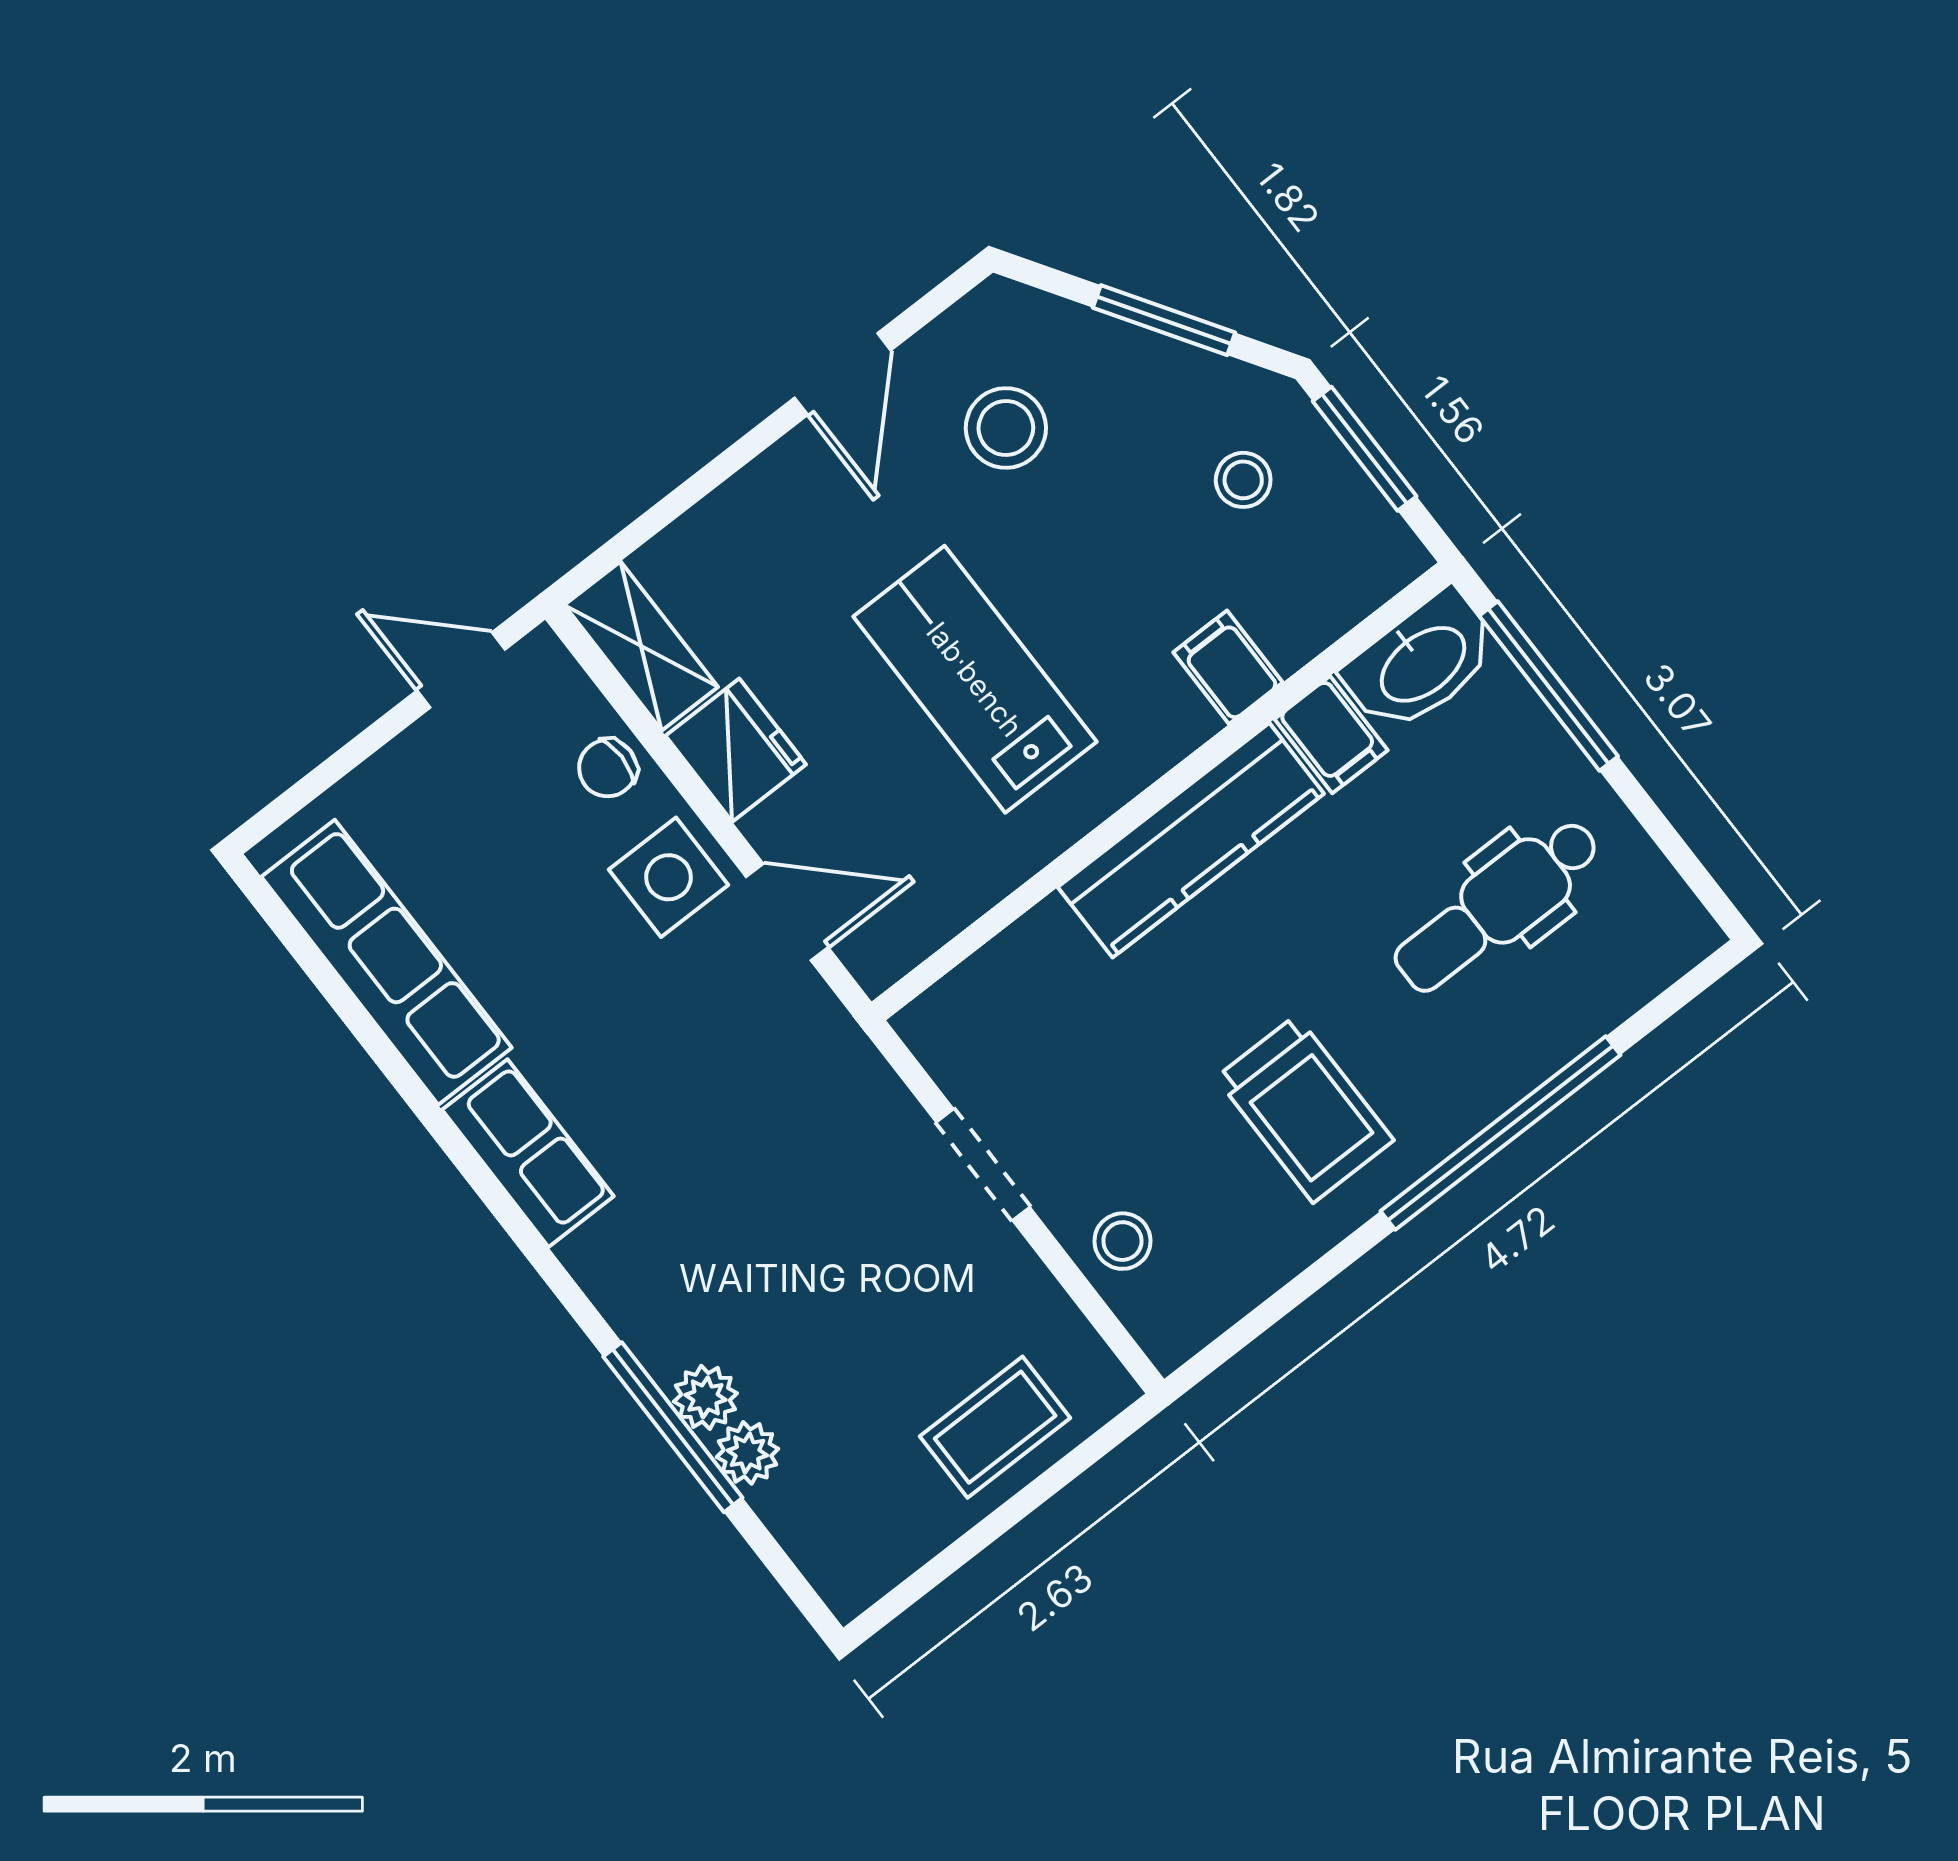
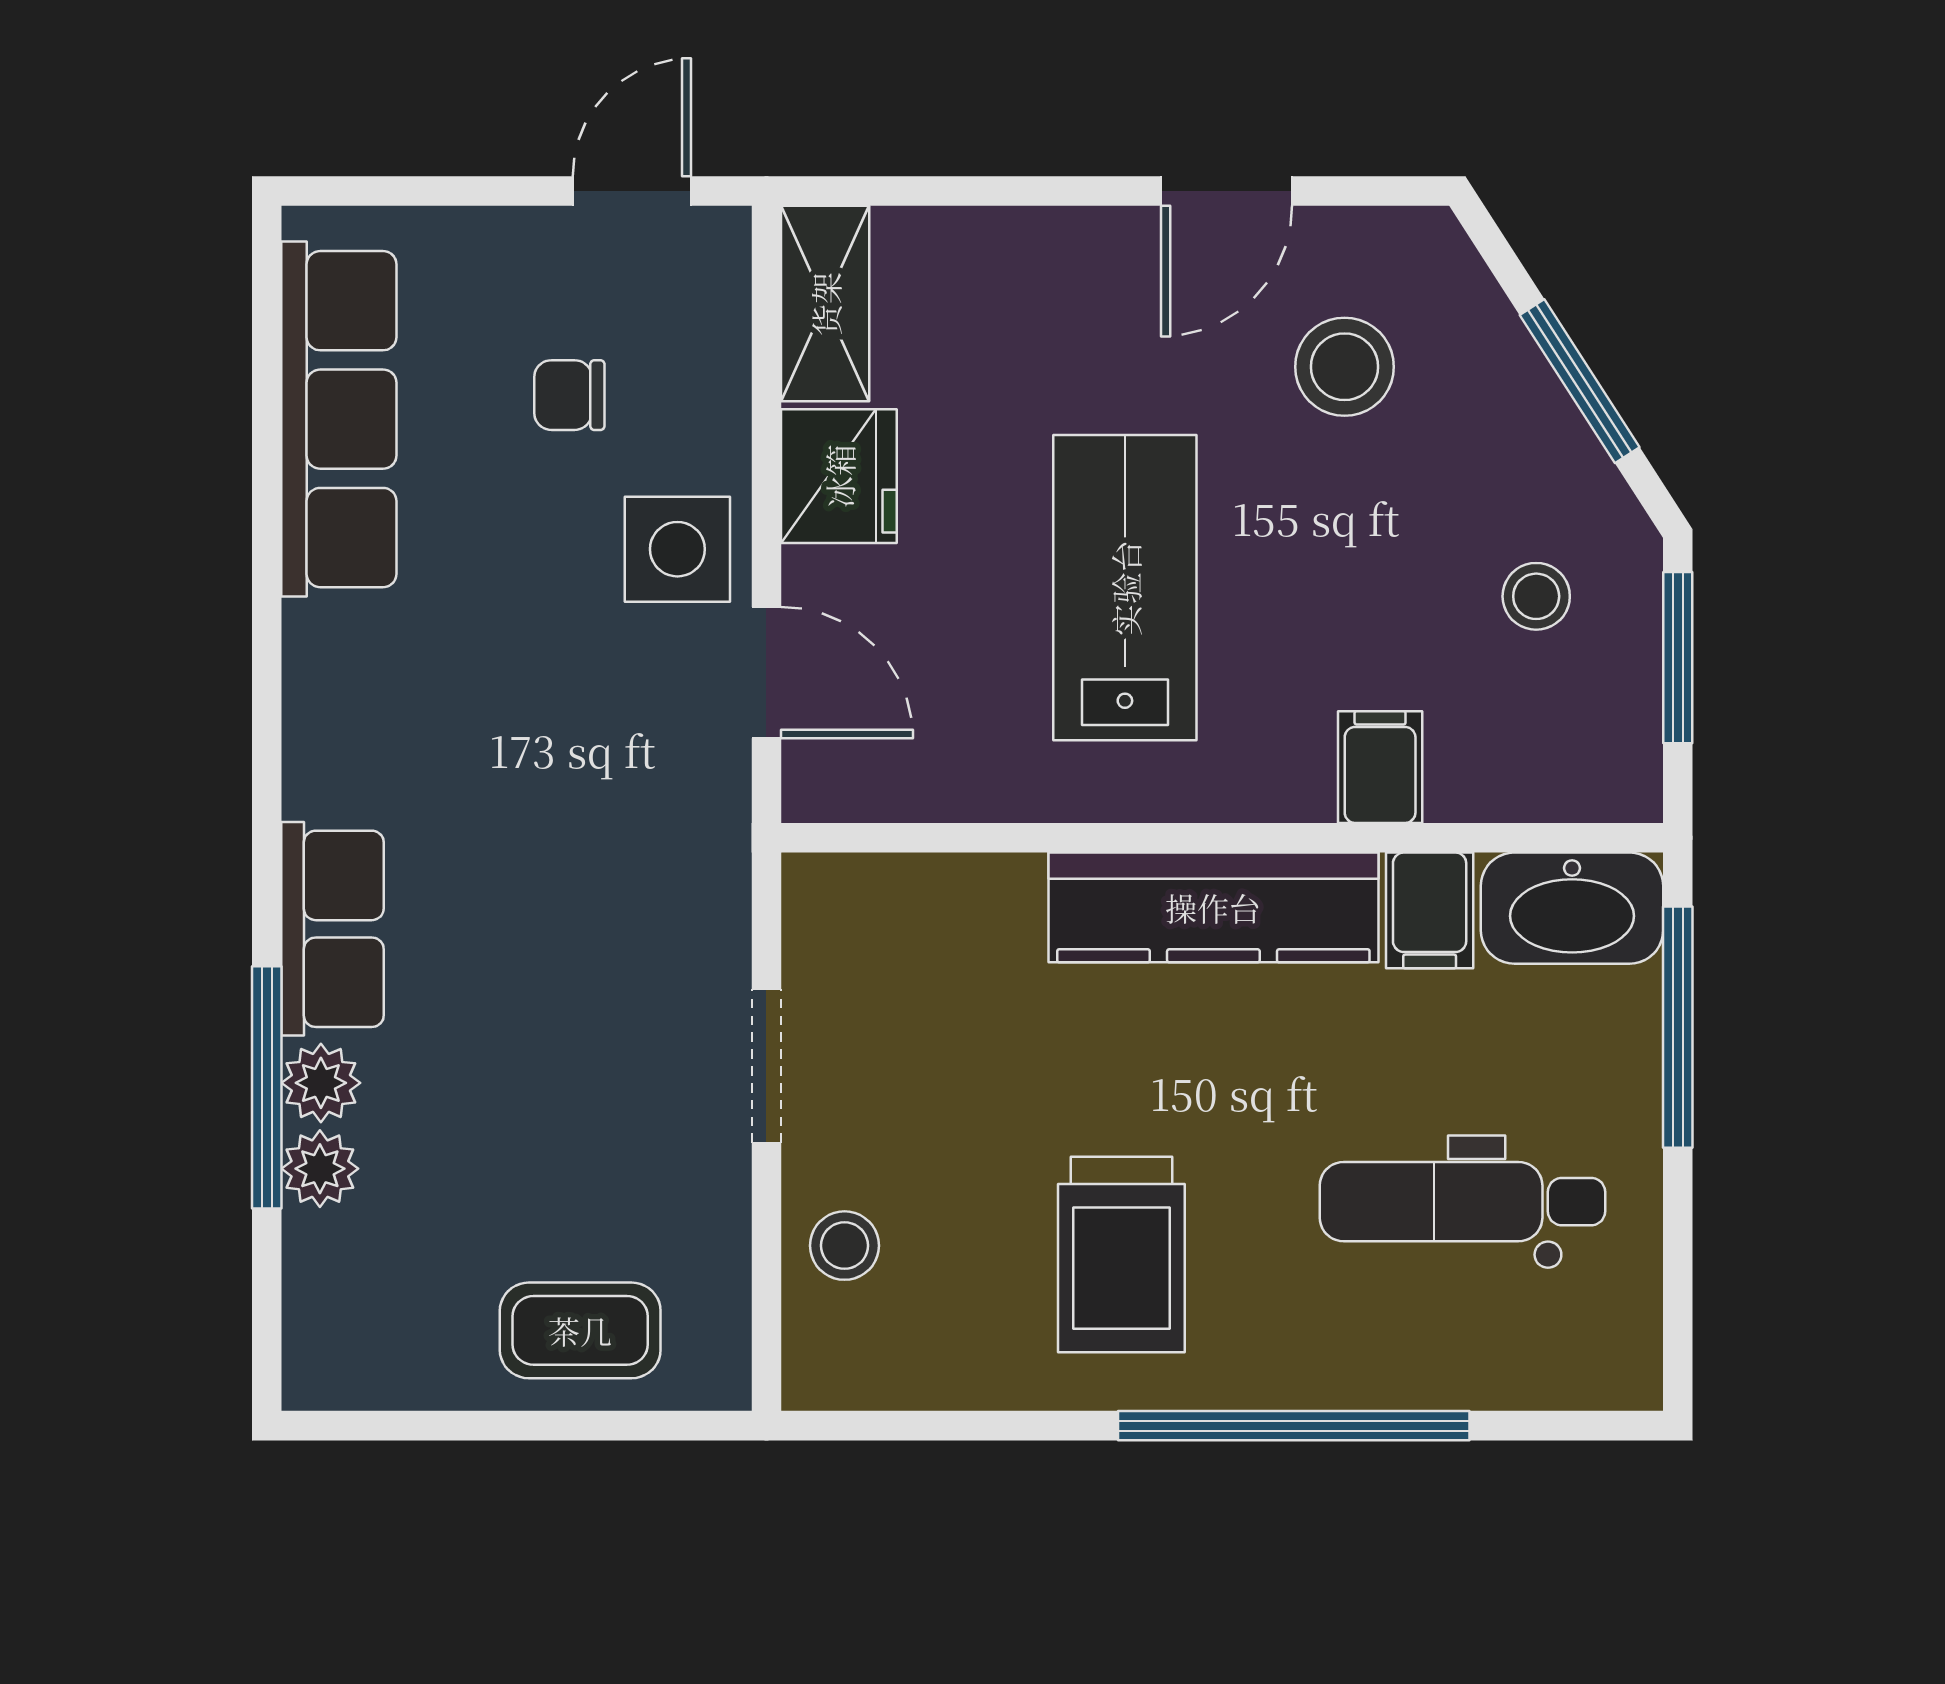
door: (461, 670) -> (632, 191), hinge flipped
chair: (608, 768) -> (569, 395), moved
row of seats: (528, 1153) -> (333, 929), moved

